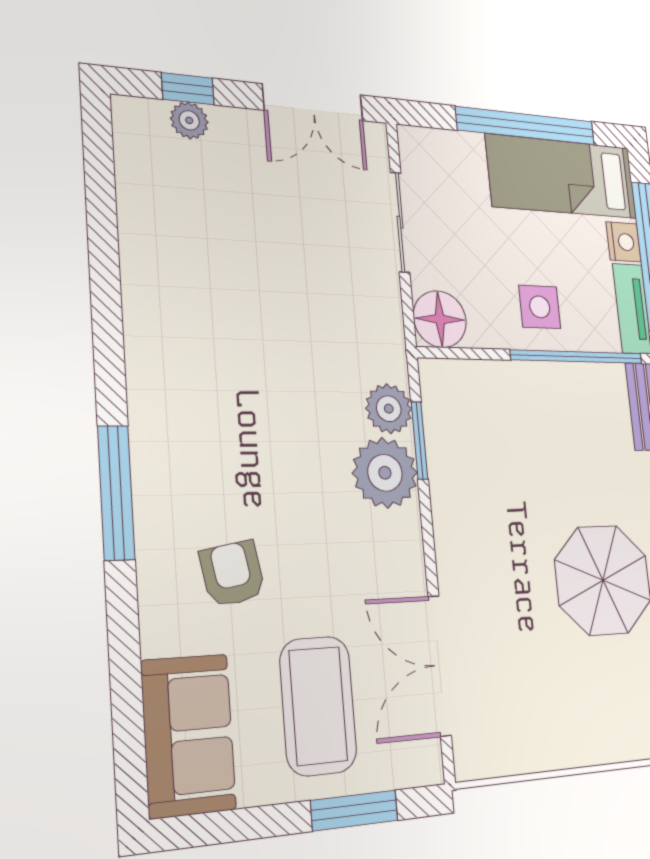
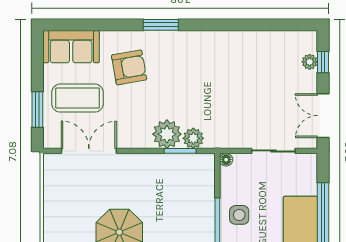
floor lamp: (440, 319) -> (226, 160), width x0.53, depth x0.53
window: (116, 493) -> (161, 25), width x0.69
armchair: (232, 574) -> (129, 67), width x1.38, depth x1.38

